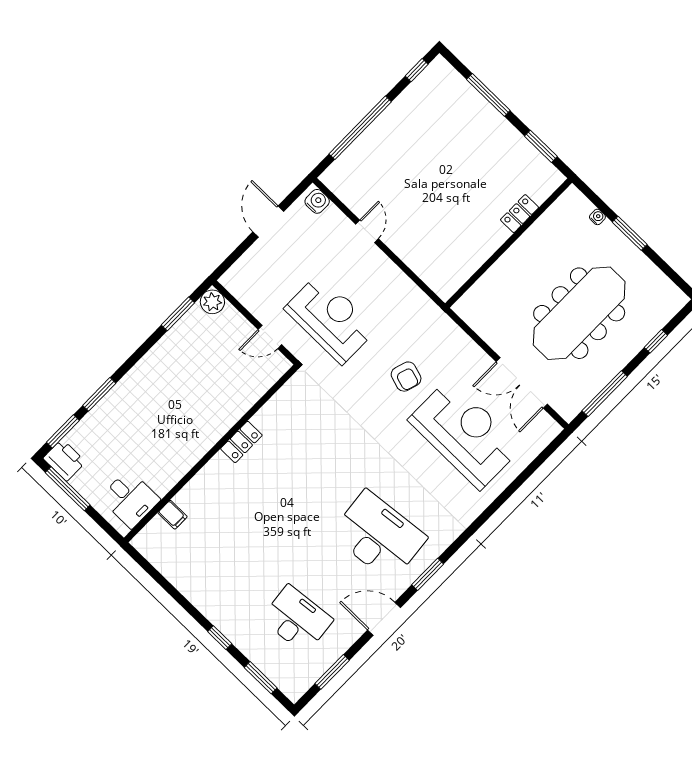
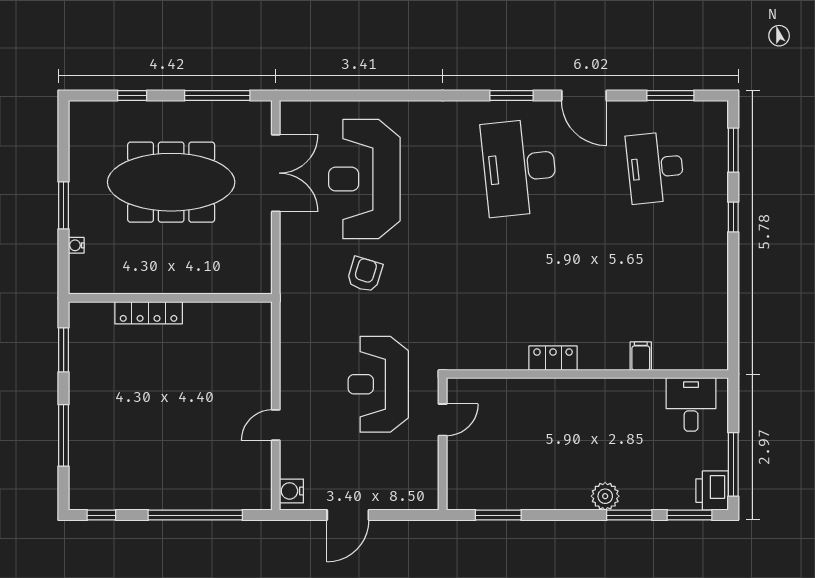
locker: (520, 214) -> (149, 313), width x1.53
plant: (212, 302) -> (605, 496), moved
door: (270, 337) -> (443, 420), hinge flipped
filing cabinet: (172, 515) -> (641, 356), moved

